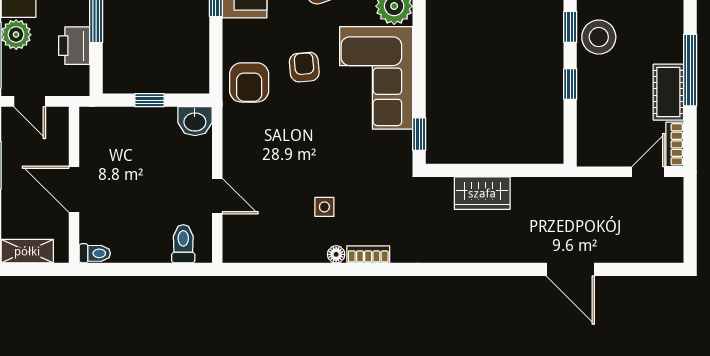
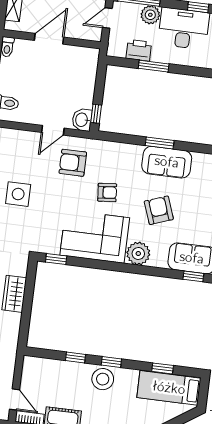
armchair: (249, 82) -> (73, 163), moved
window: (149, 100) -> (96, 114), moved
door: (217, 196) -> (53, 130), moved
side table: (324, 207) -> (18, 194), width x1.87, depth x1.87

